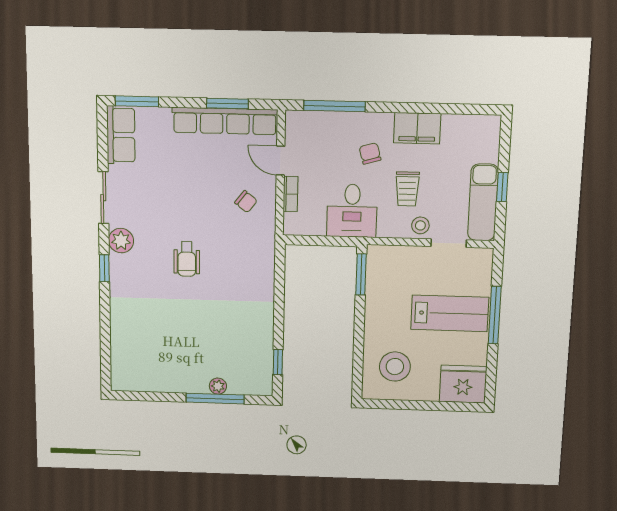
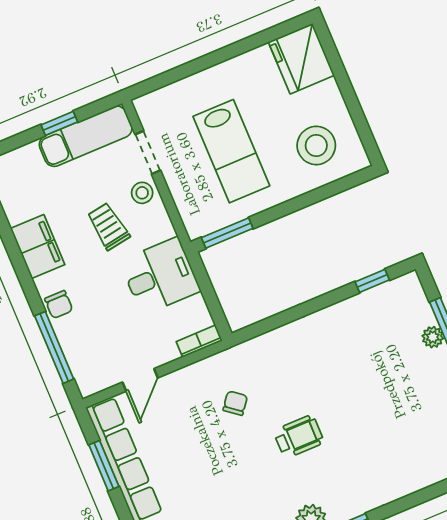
chair: (370, 153) -> (59, 305), moved, turned -74
trolley: (407, 189) -> (108, 226), turned -99
bookcase: (290, 194) -> (199, 341), moved
chair: (246, 202) -> (235, 403), moved
lab bench: (450, 313) -> (231, 151), moved, turned 180
window: (495, 315) -> (206, 62), removed

